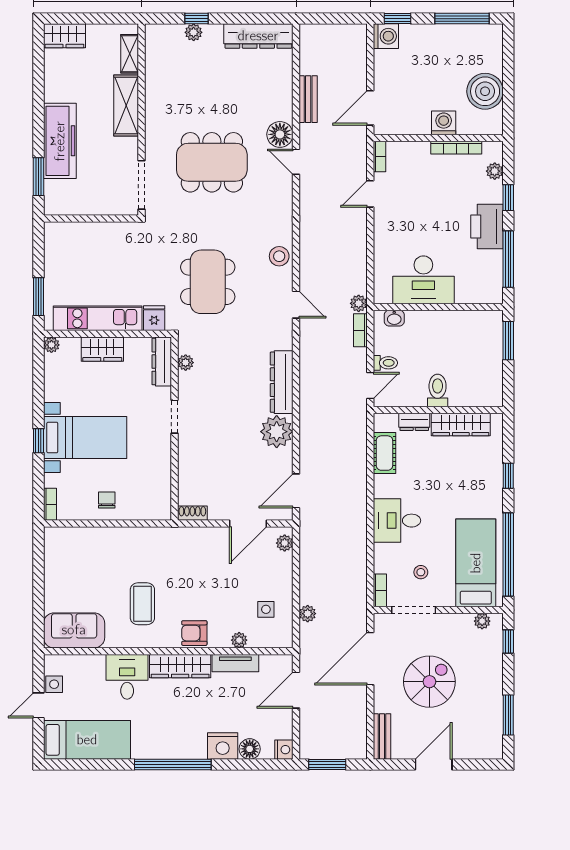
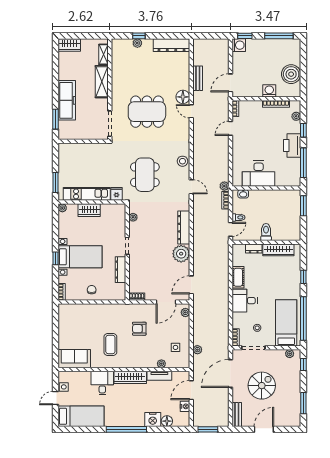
dresser: (162, 362) -> (121, 270), moved
cot: (384, 453) -> (238, 277), moved
armchair: (194, 633) -> (139, 329), moved
nightstand: (284, 750) -> (185, 406), moved

